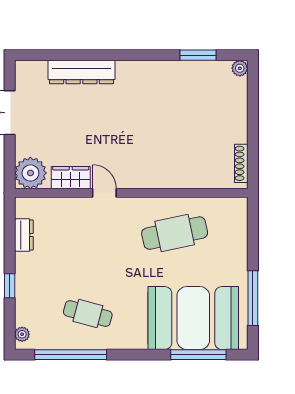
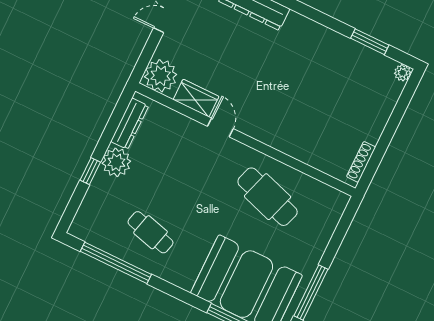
cafe table: (175, 233) -> (268, 197), turned 30
dresser: (24, 235) -> (130, 124), width x1.44
plant: (22, 334) -> (116, 162), moved, width x1.87, depth x1.87

